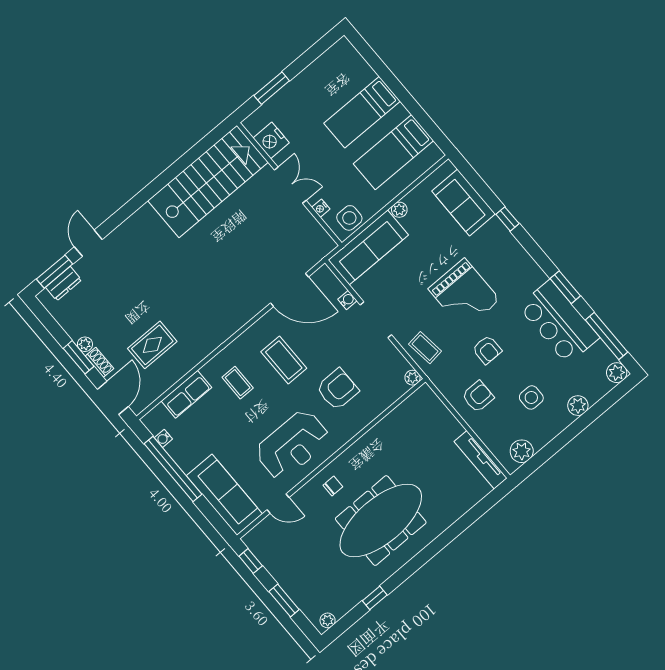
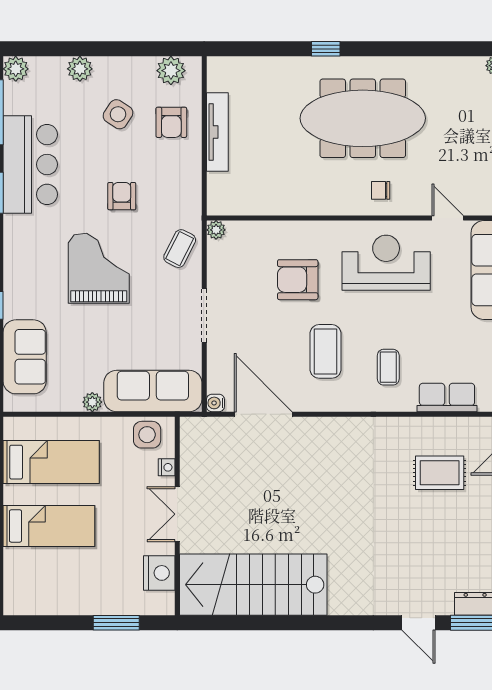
door: (88, 243) -> (419, 623), hinge flipped
water cooler: (347, 300) -> (215, 403), moved
coffee table: (425, 348) -> (180, 249), turned 34
armchair: (478, 397) -> (171, 122), moved, turned -90
side table: (531, 397) -> (118, 114), turned 33
tv unit: (481, 460) -> (217, 132), moved
window: (375, 598) -> (326, 49), moved

